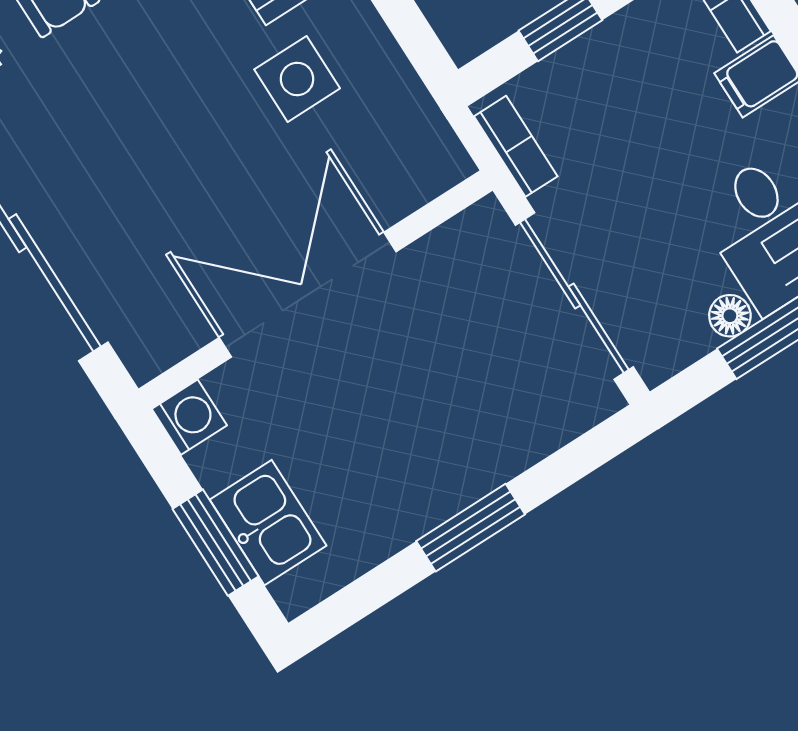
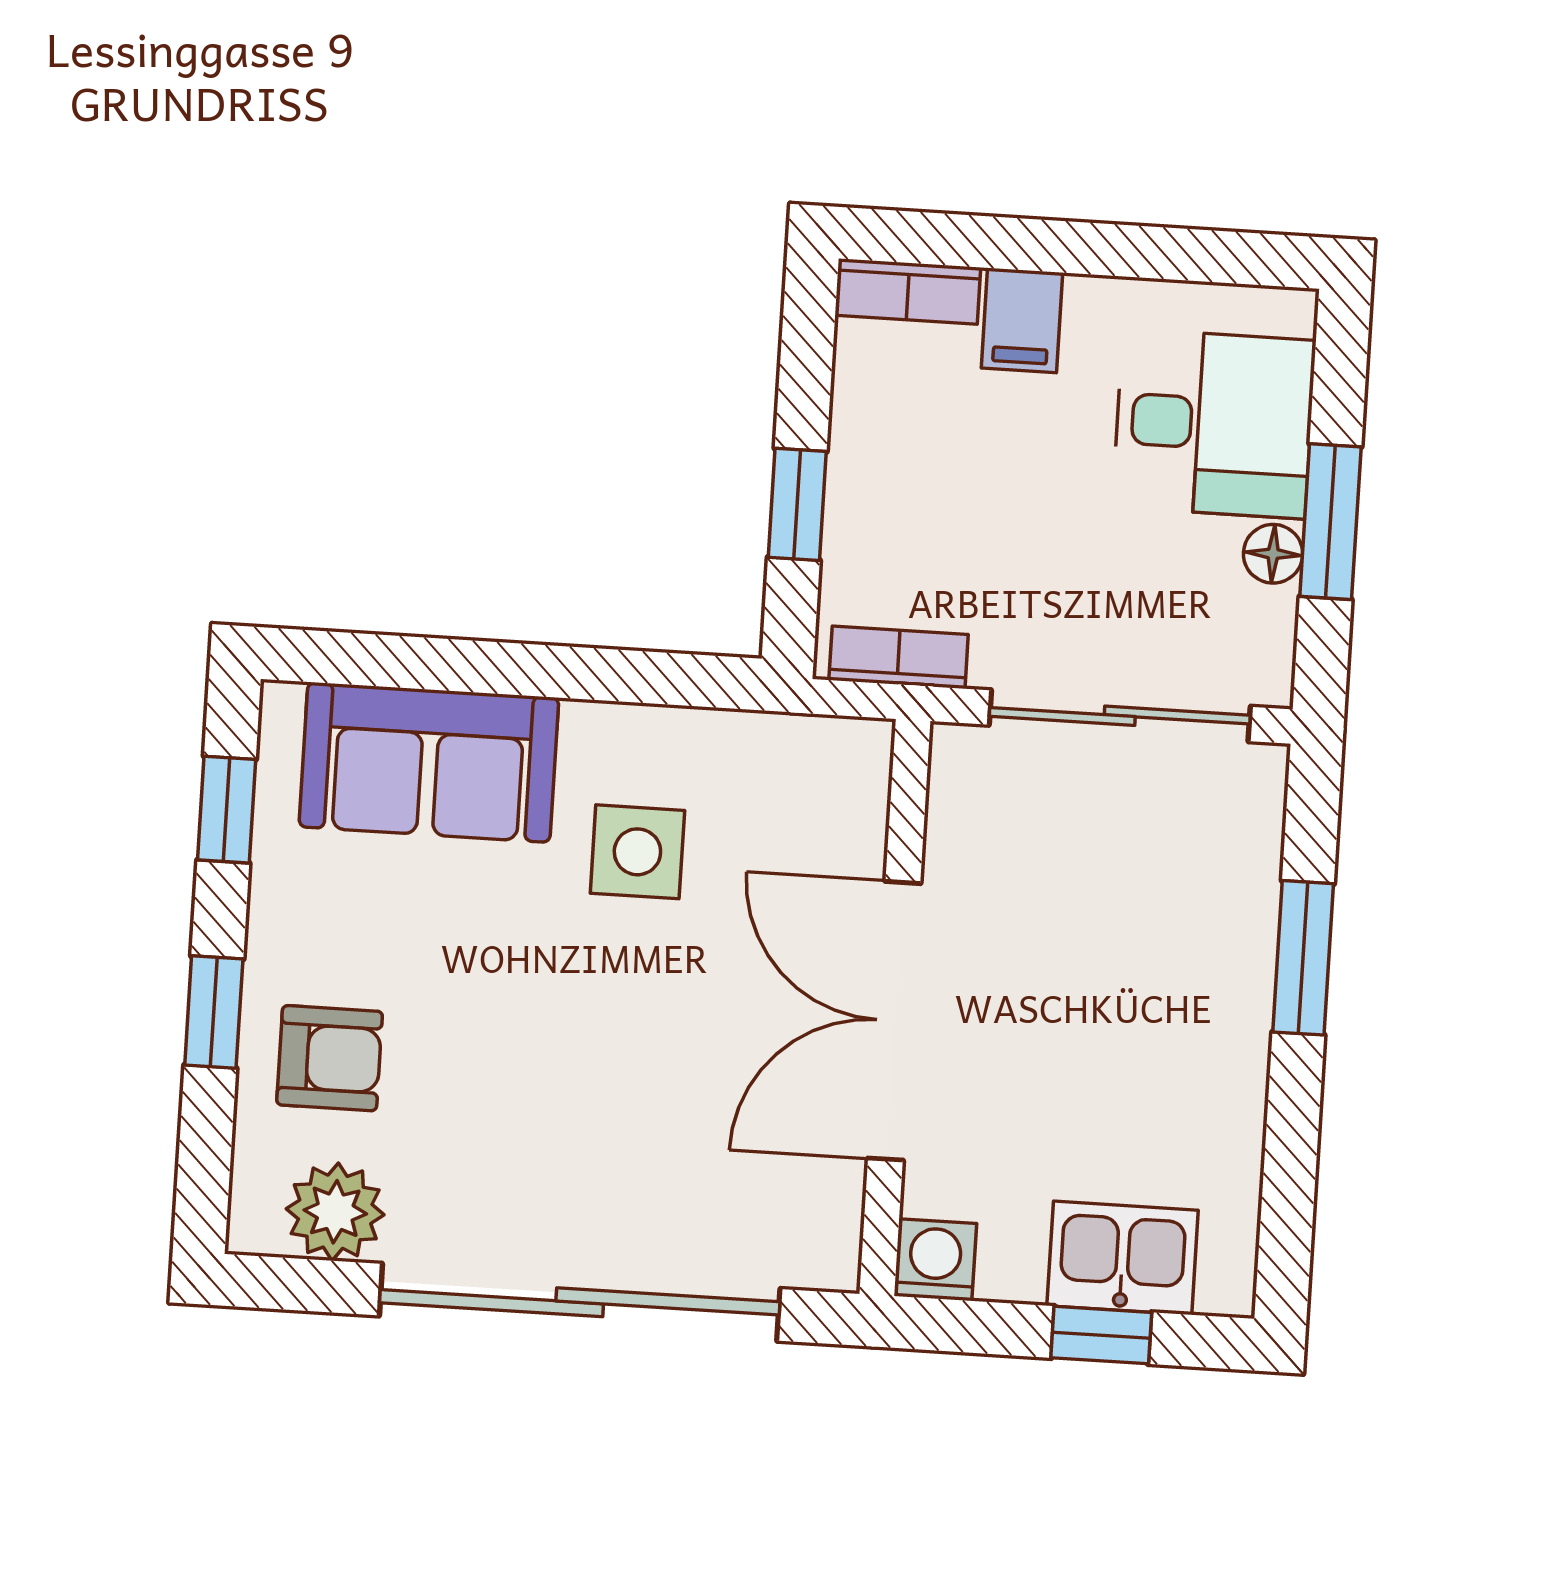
window: (471, 528) -> (1303, 958), moved
window: (215, 543) -> (1101, 1335), width x0.67

